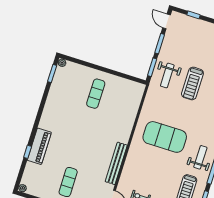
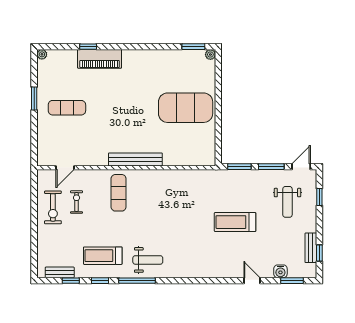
weight bench: (167, 76) -> (287, 202), moved, turned -90
exercise mat: (96, 94) -> (186, 108), width x2.00, depth x1.45
exercise mat: (165, 137) -> (119, 193), moved, width x0.50, depth x0.69
bench: (116, 163) -> (135, 159), moved

